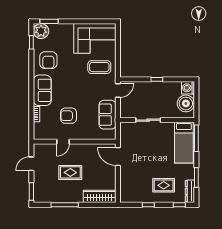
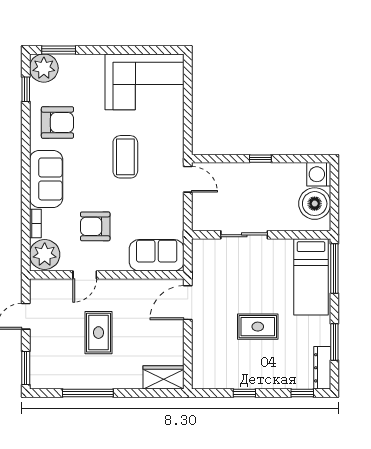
armchair: (48, 60) -> (57, 122), turned -90
coffee table: (99, 67) -> (125, 157), moved, turned 90
door: (118, 90) -> (188, 179), hinge flipped
sofa: (107, 115) -> (157, 255), moved, turned 90
plant: (41, 131) -> (45, 255), added
door: (118, 156) -> (188, 303), hinge flipped
rug: (70, 172) -> (99, 333), turned 90
rug: (164, 185) -> (258, 327), moved
wardrobe: (100, 196) -> (164, 377), width x0.67

